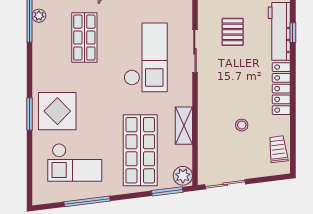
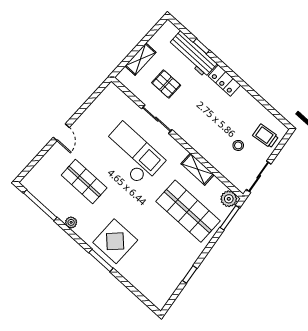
plant: (39, 16) -> (71, 222), moved
locker: (281, 89) -> (224, 81), width x0.66
stool: (242, 125) -> (238, 145), moved
trolley: (278, 149) -> (266, 136), moved
checkout: (75, 162) -> (158, 260), removed
window: (87, 201) -> (190, 274), width x0.46

